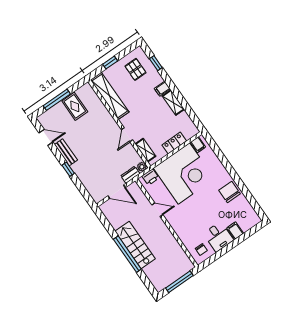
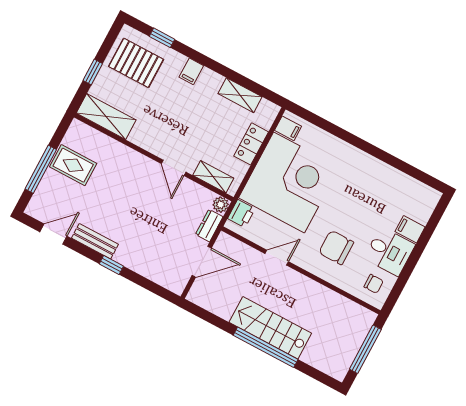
pallet: (135, 69) -> (136, 63), width x1.50, depth x1.42
shelving: (110, 96) -> (106, 117), width x0.68
shelving: (173, 103) -> (240, 95), moved
chair: (230, 192) -> (336, 247), moved

